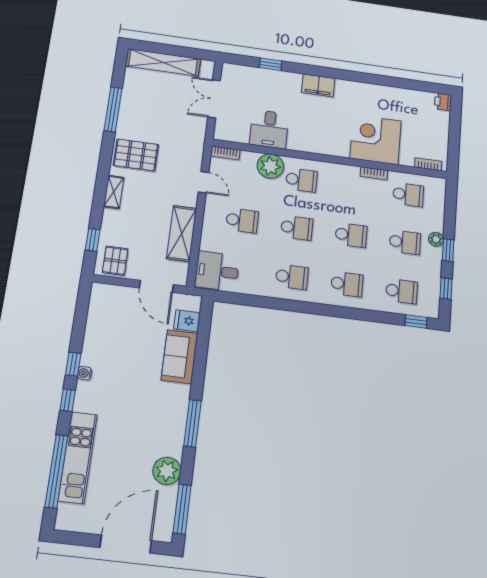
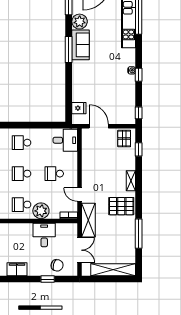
chair: (253, 82) -> (57, 265), added
shelving: (182, 233) -> (88, 220), moved
sofa: (179, 357) -> (81, 45), moved
window: (68, 400) -> (139, 113), moved

